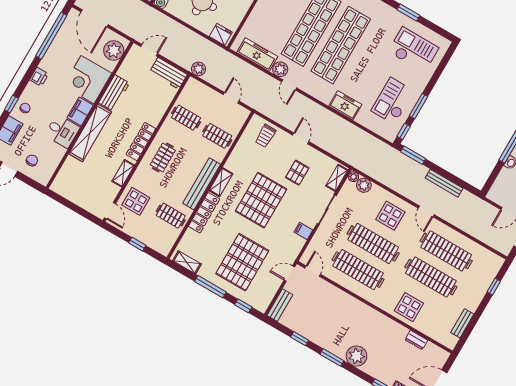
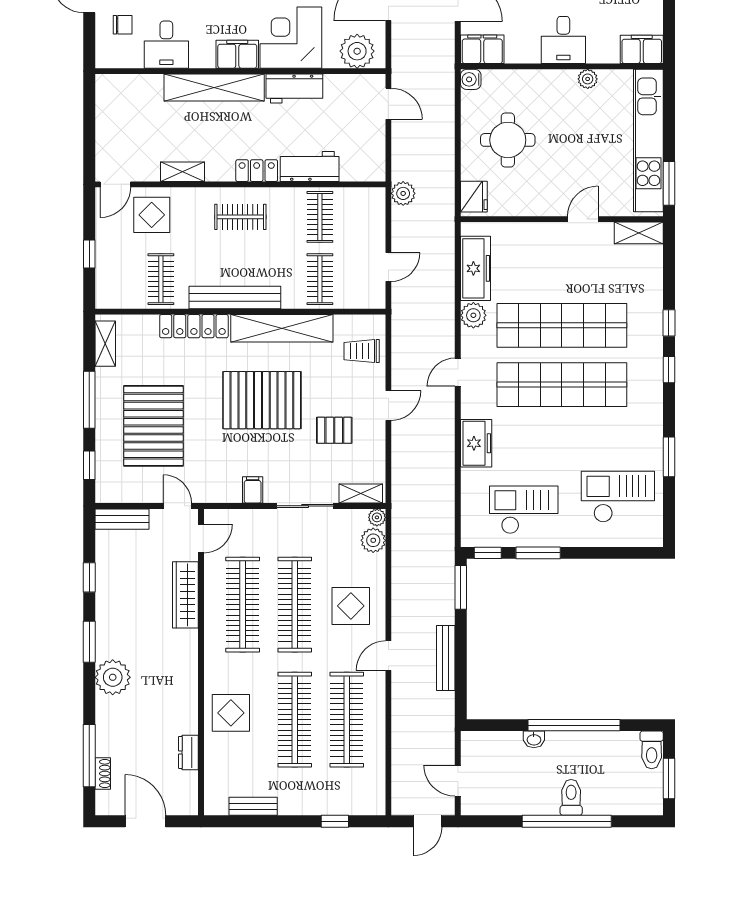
checkout: (413, 50) -> (618, 497), turned -90
workbench: (168, 73) -> (310, 167), moved, turned 90
door: (289, 85) -> (458, 372), moved
desk: (62, 131) -> (166, 45), moved
locker: (141, 142) -> (257, 171), width x0.66
shelving: (221, 182) -> (282, 328), width x2.20, depth x1.33
pallet: (242, 262) -> (153, 426), turned 90
wardrobe: (336, 295) -> (185, 595), added

